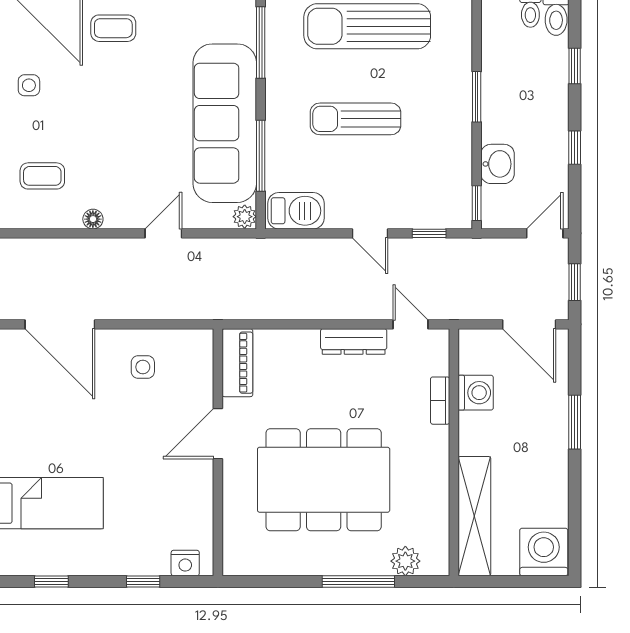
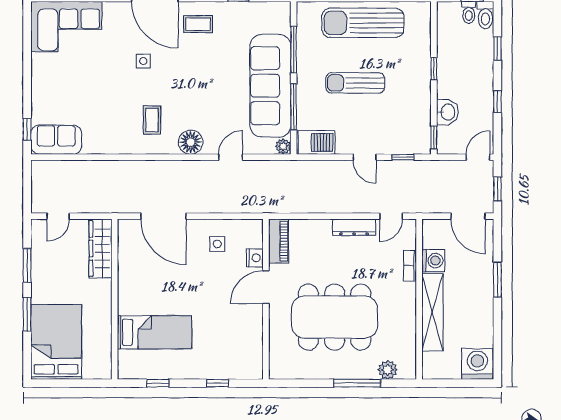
window: (261, 43) -> (294, 50), moved
window: (477, 97) -> (434, 69), width x0.67
coffee table: (42, 176) -> (152, 120), turned 90
floor lamp: (93, 219) -> (191, 142), width x1.89, depth x1.89
door: (410, 324) -> (391, 216), swing flipped
shelving: (474, 516) -> (432, 312), moved
nightstand: (185, 563) -> (255, 258), moved, turned -90

